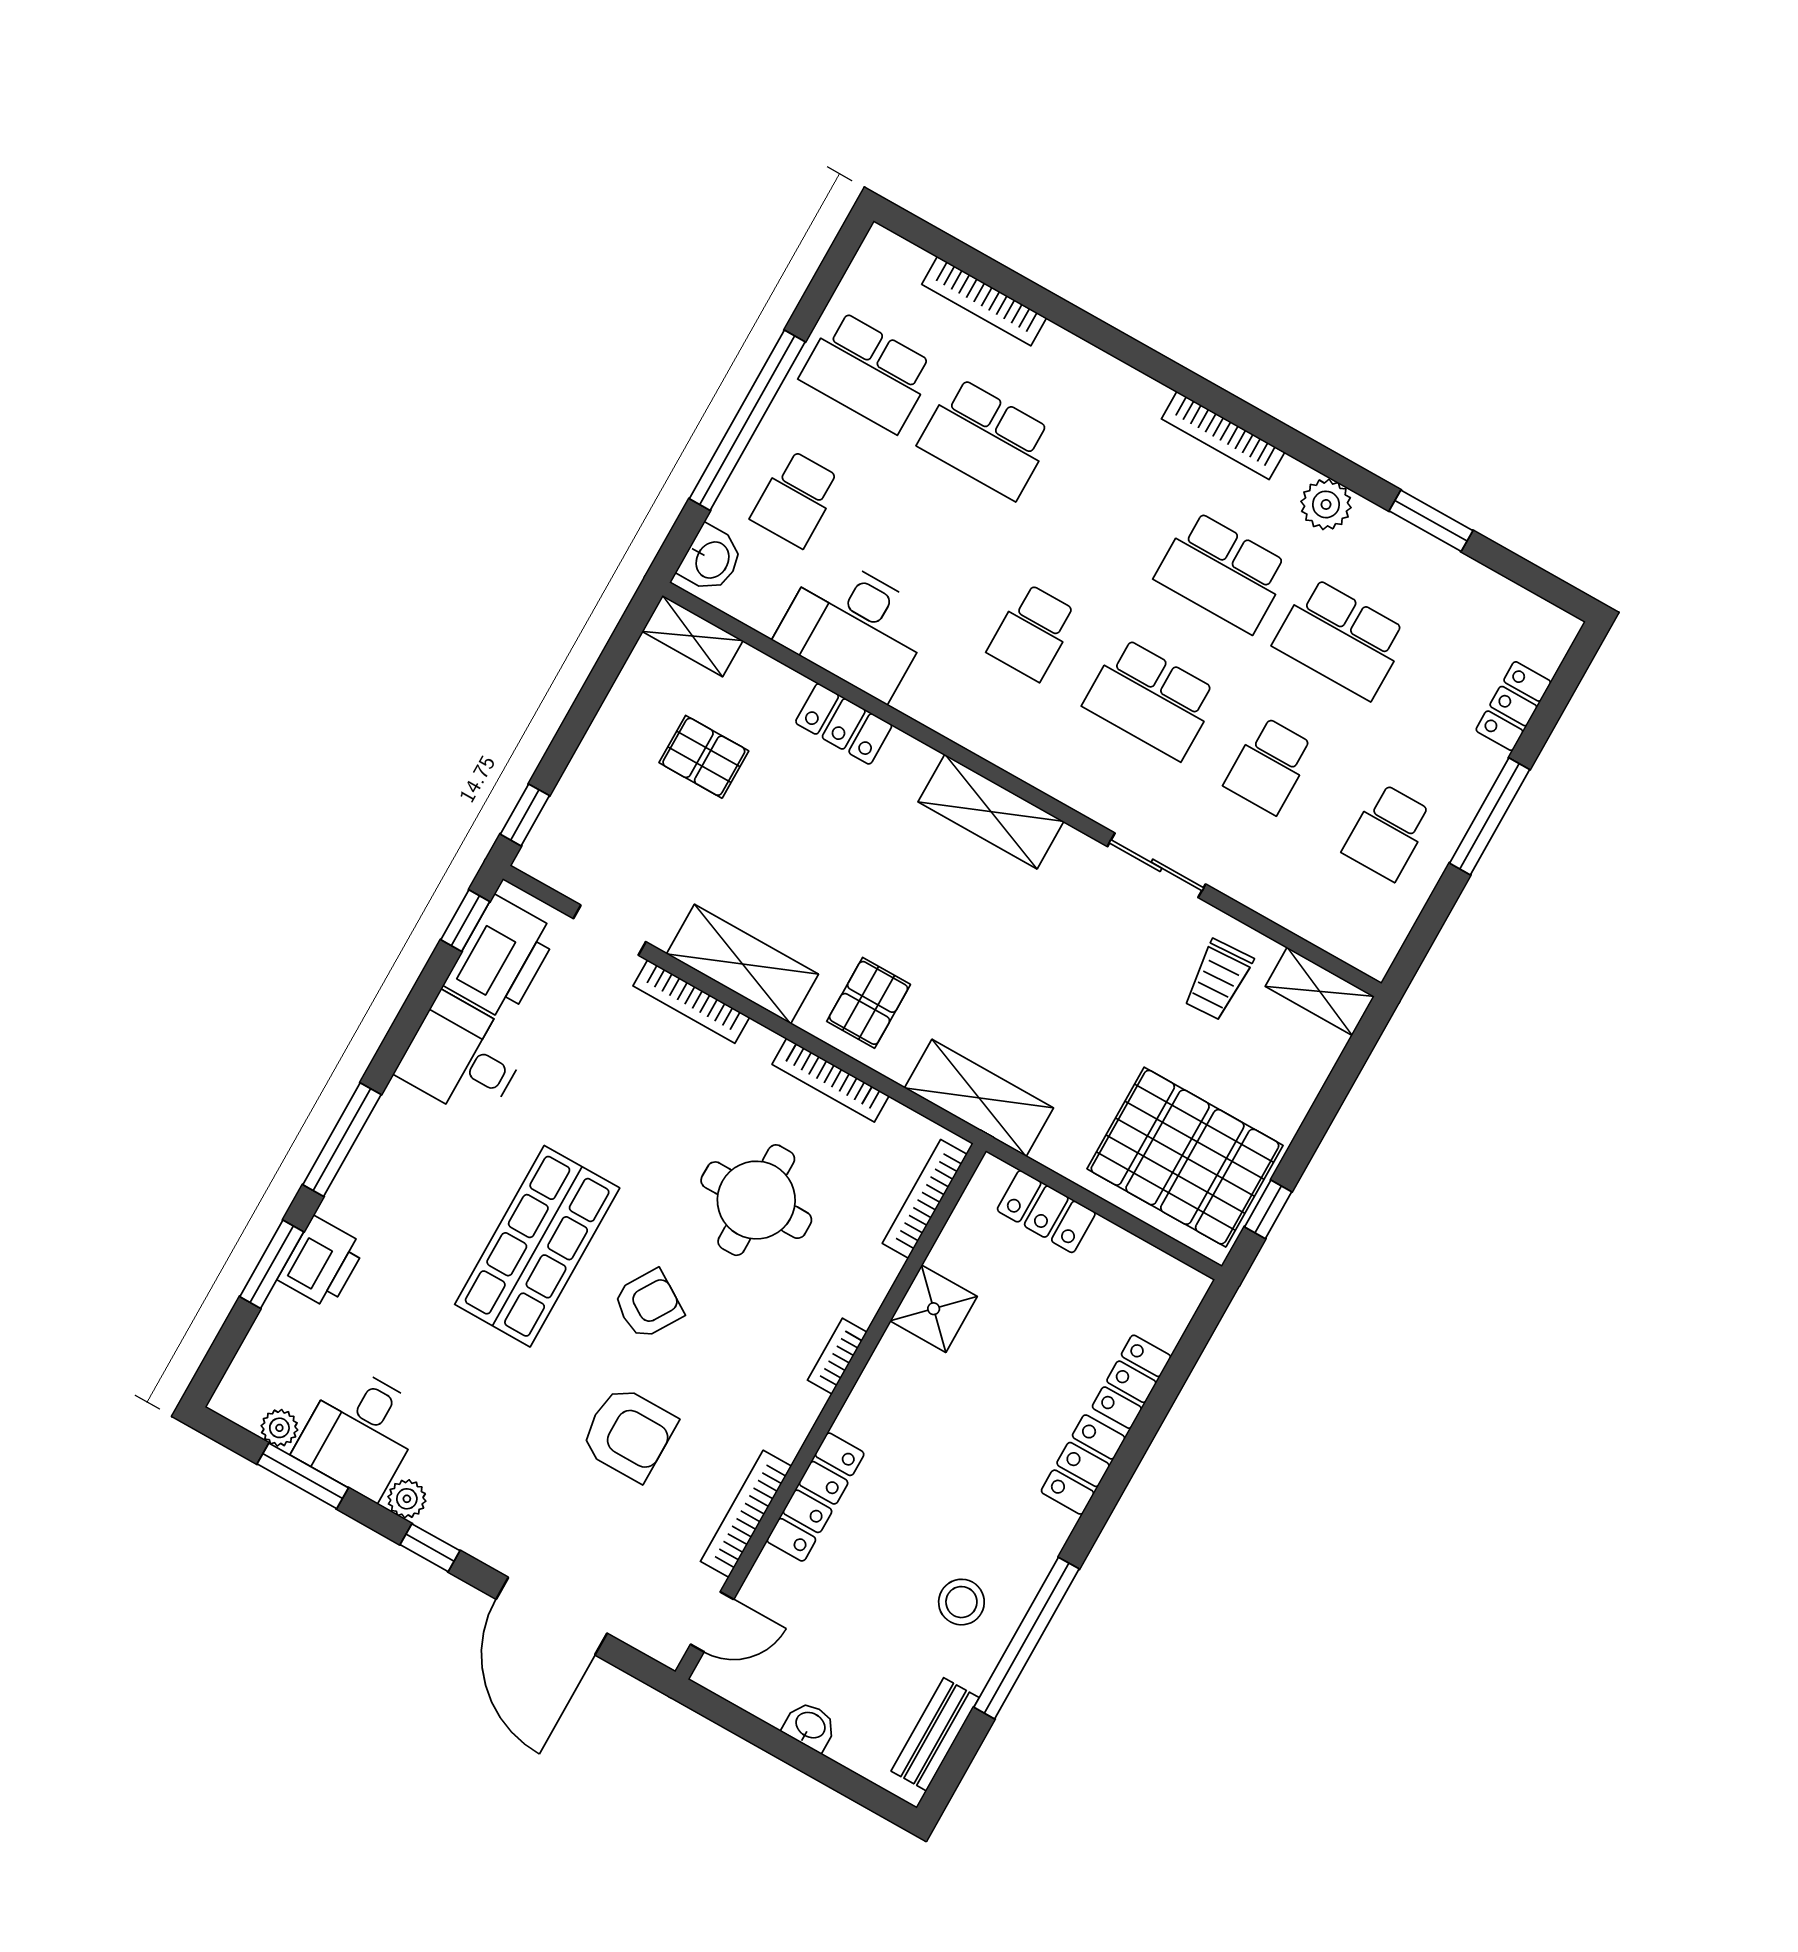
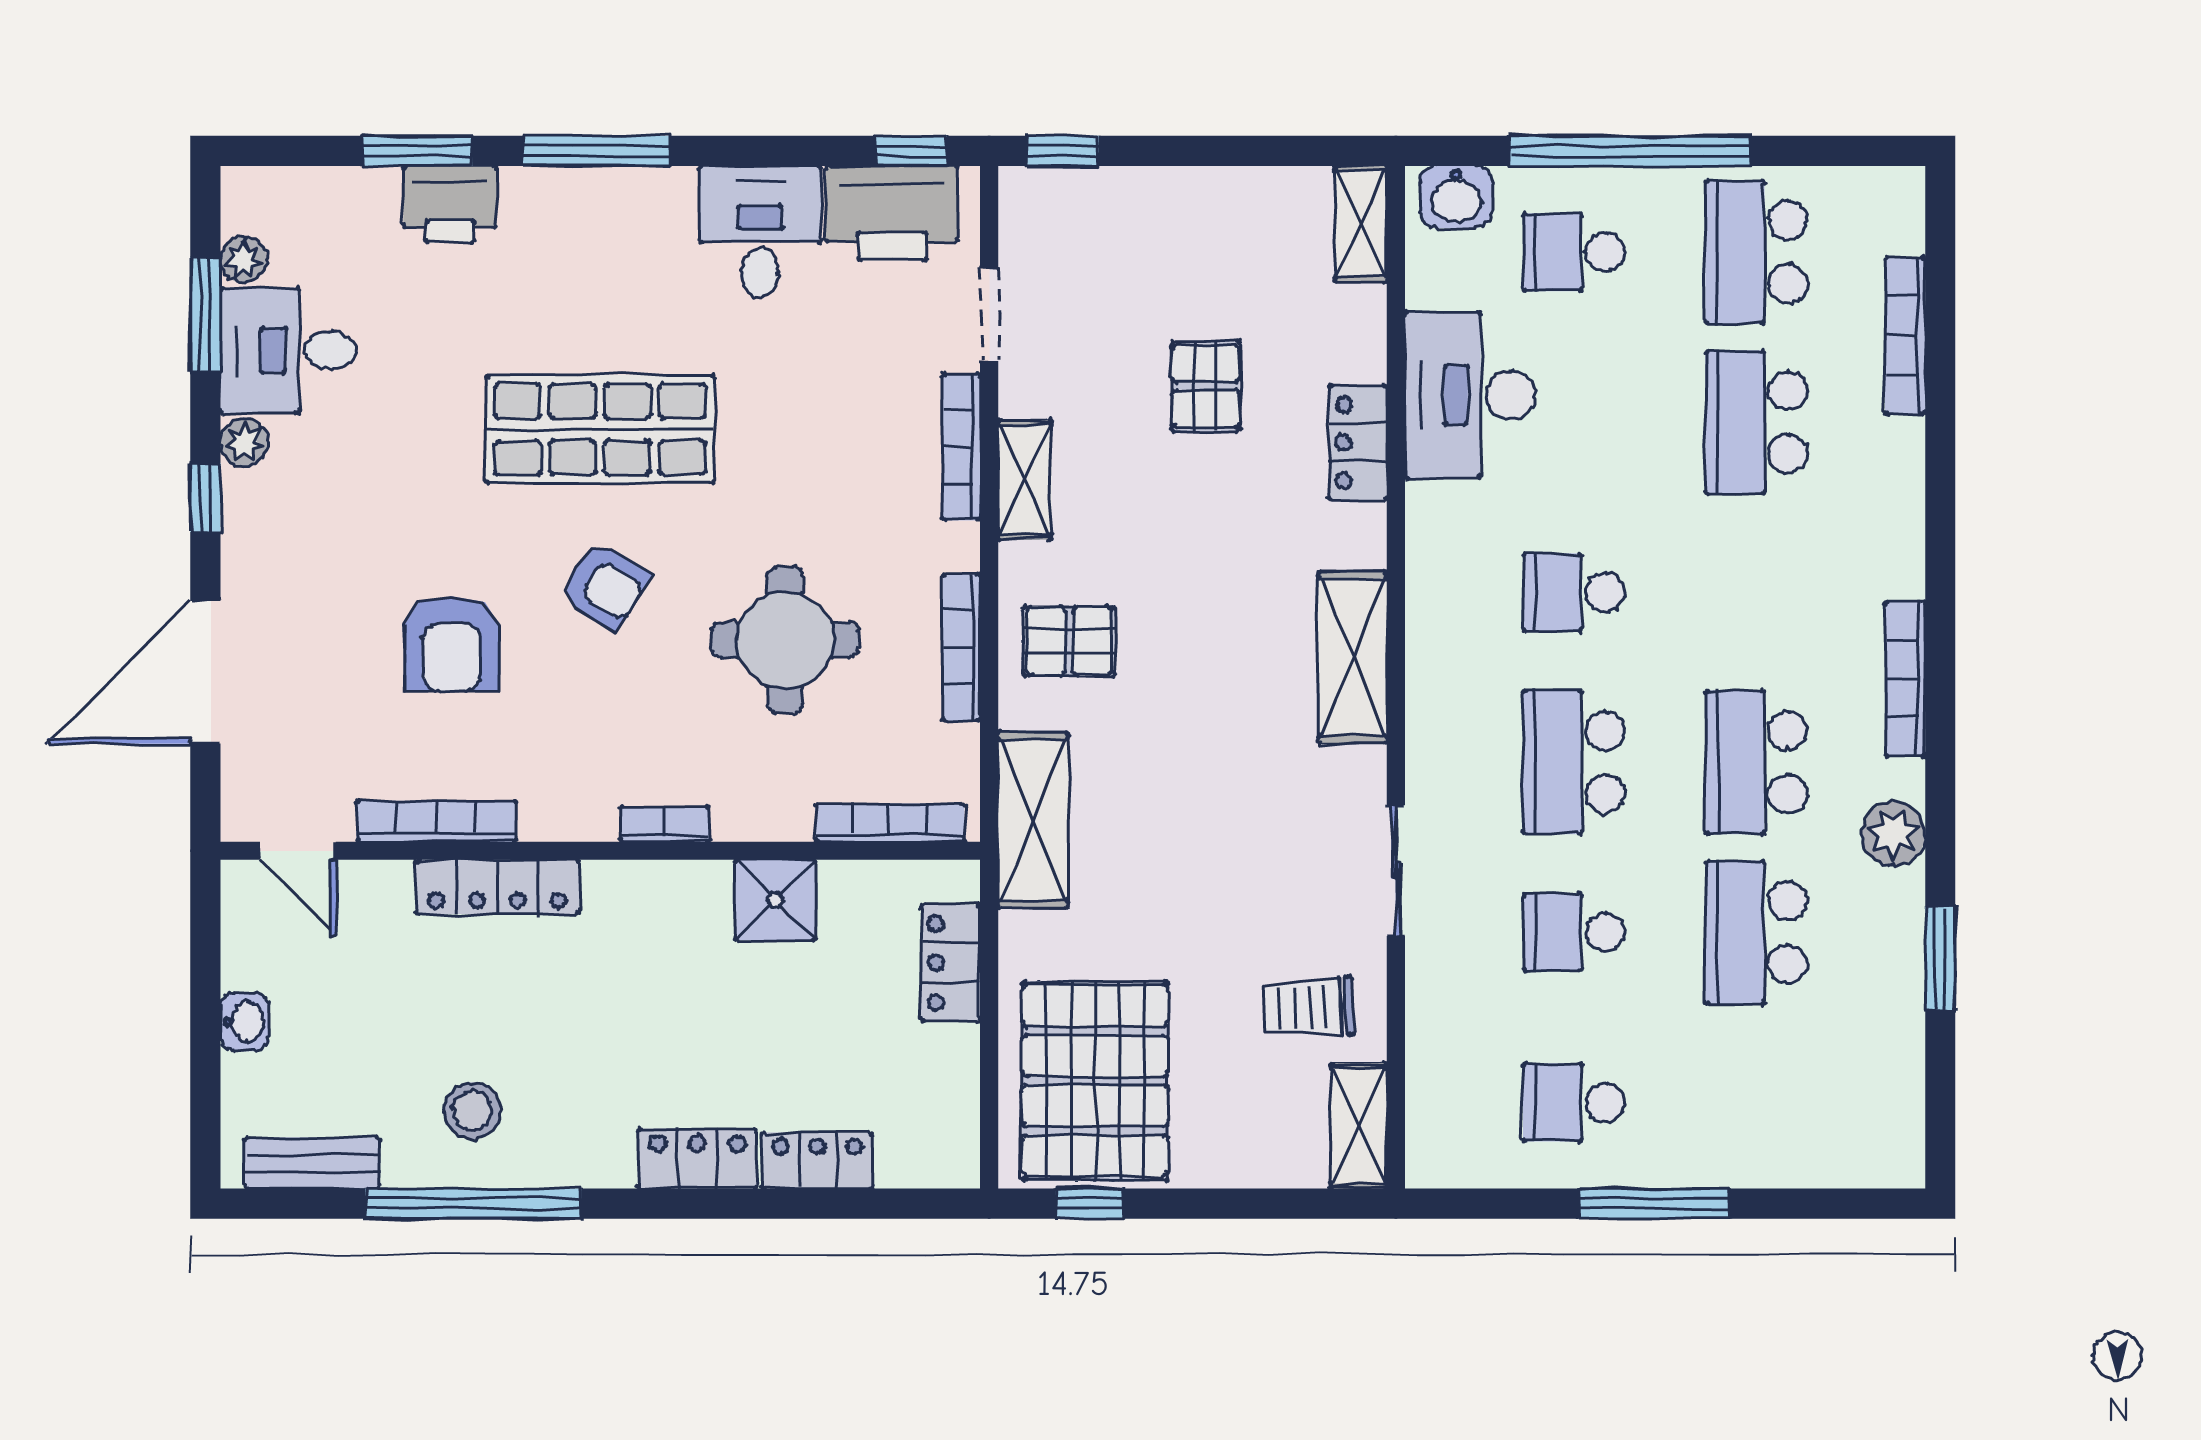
locker: (1513, 706) -> (1789, 1162), removed
pallet: (704, 757) -> (1206, 386), moved
shelving: (742, 964) -> (1025, 480), width x0.67, depth x0.75

